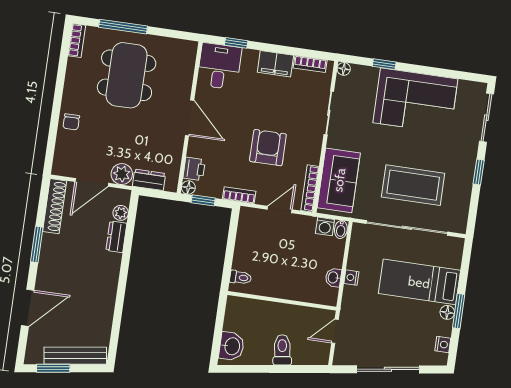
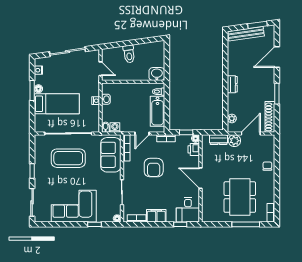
dresser: (116, 237) -> (232, 84), moved
bathtub: (247, 244) -> (158, 111), added
door: (335, 331) -> (101, 69), hinge flipped
washbasin: (232, 346) -> (157, 74), moved, turned 90

